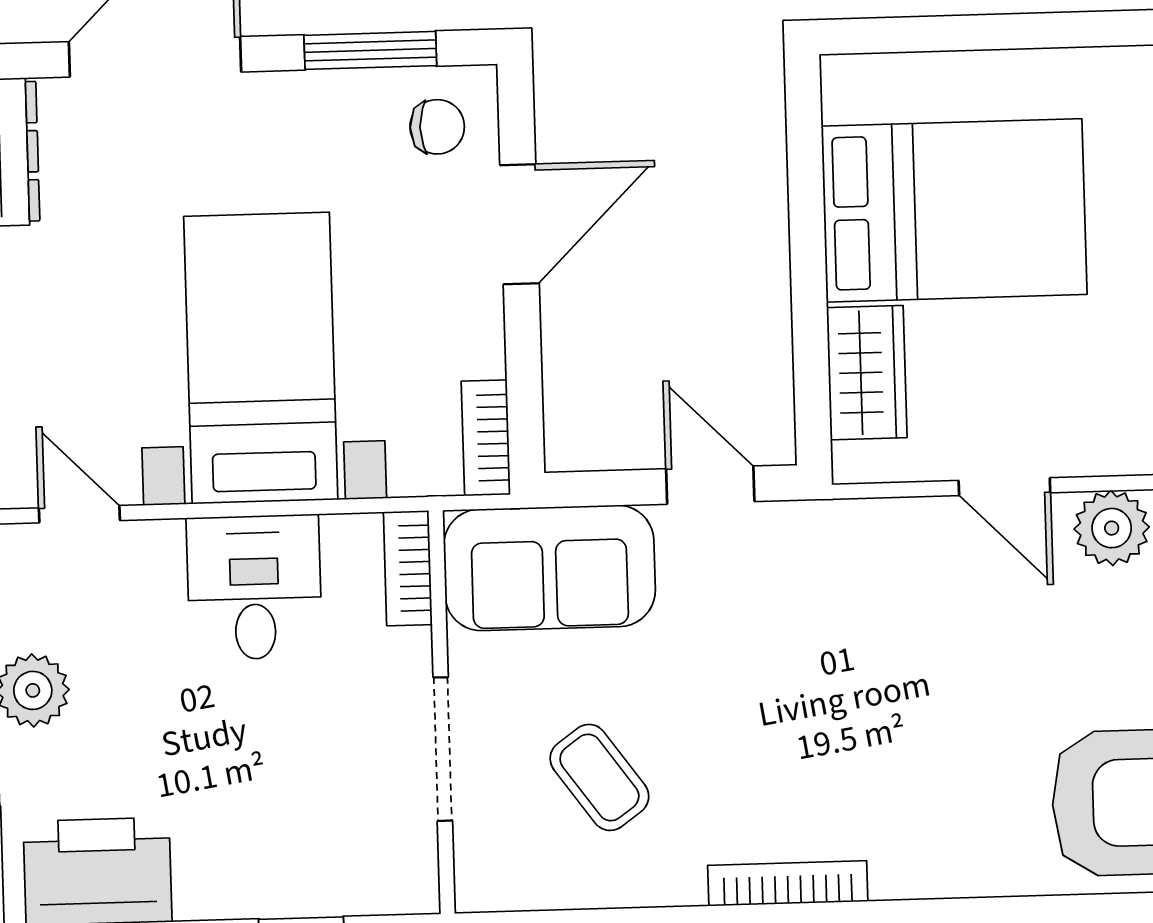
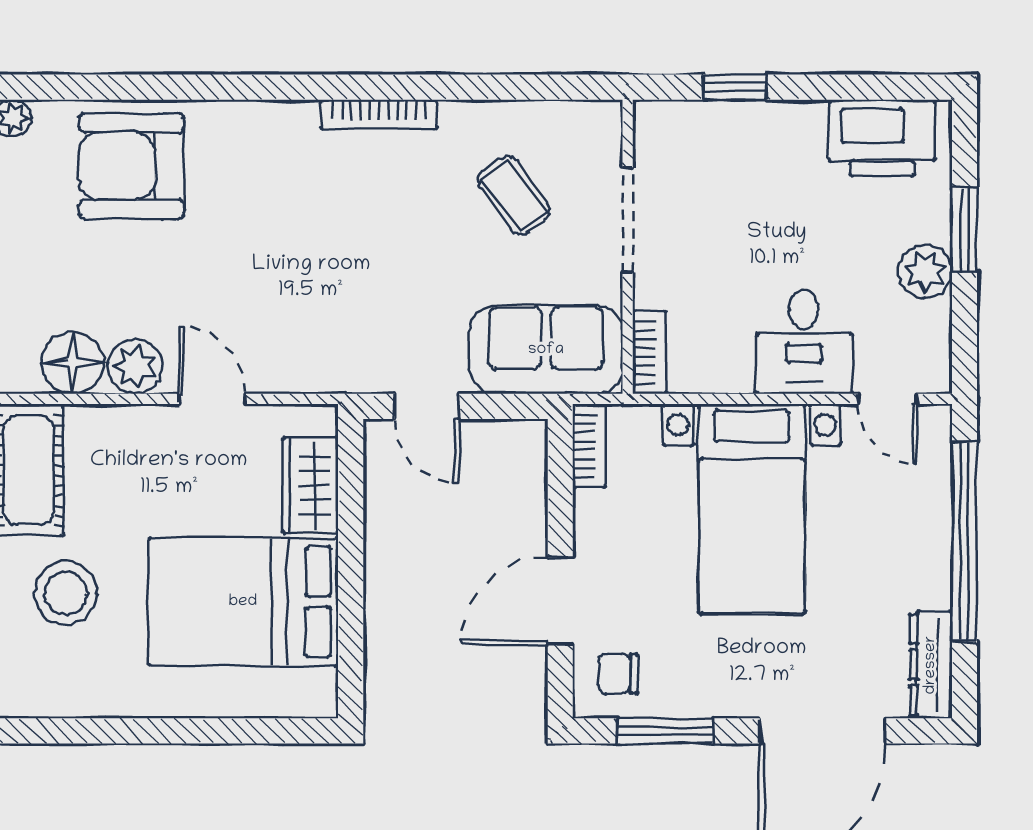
desk: (254, 587) -> (804, 342), moved

